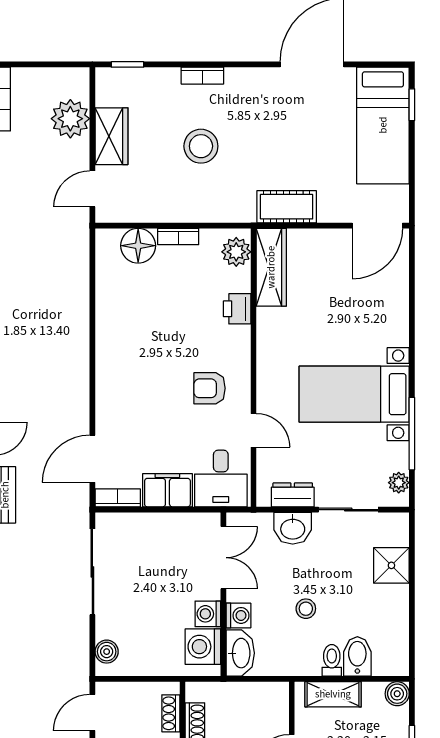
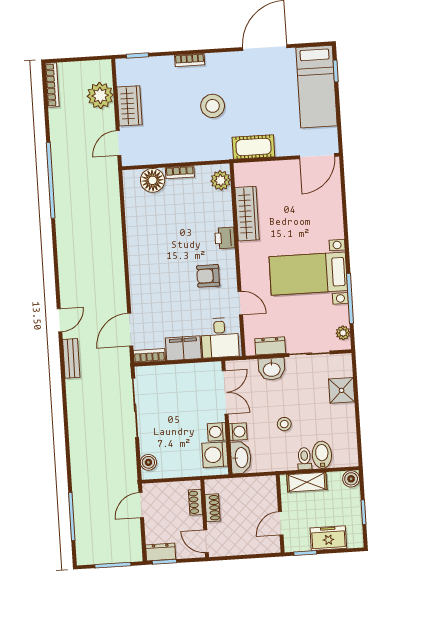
stool: (201, 146) -> (213, 106), moved
wardrobe: (271, 267) -> (247, 214), moved
printer: (237, 309) -> (225, 238), moved

